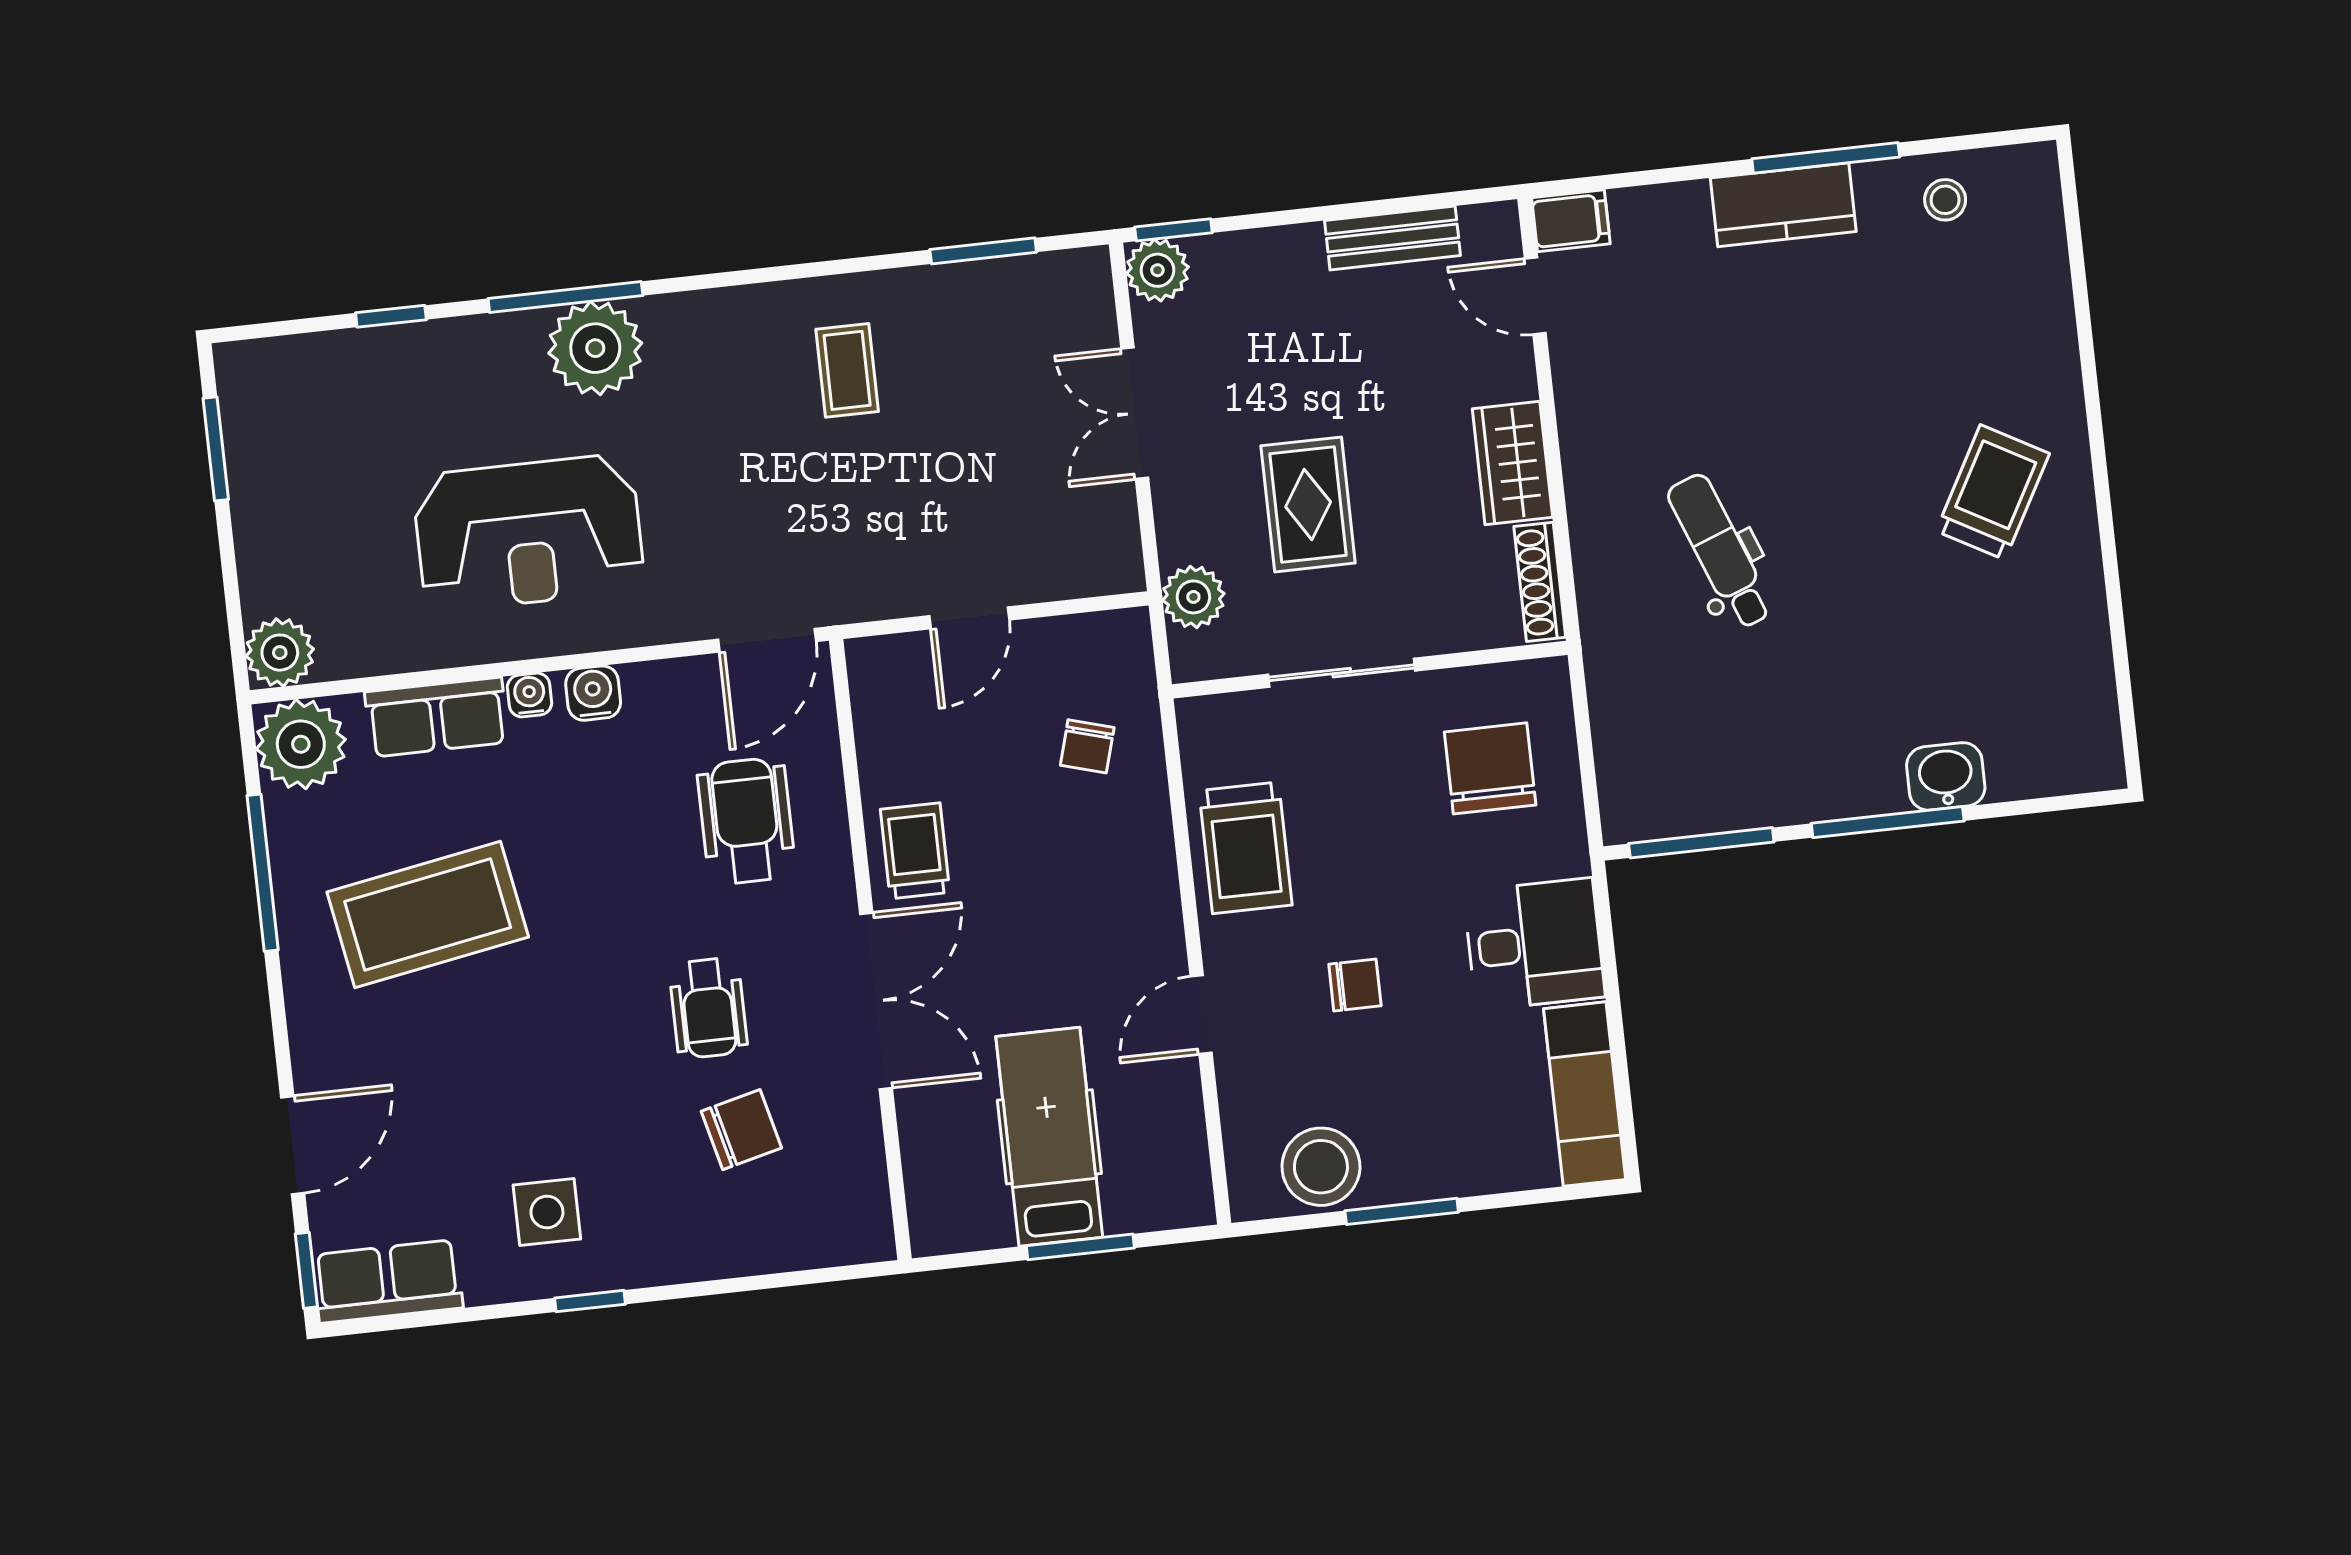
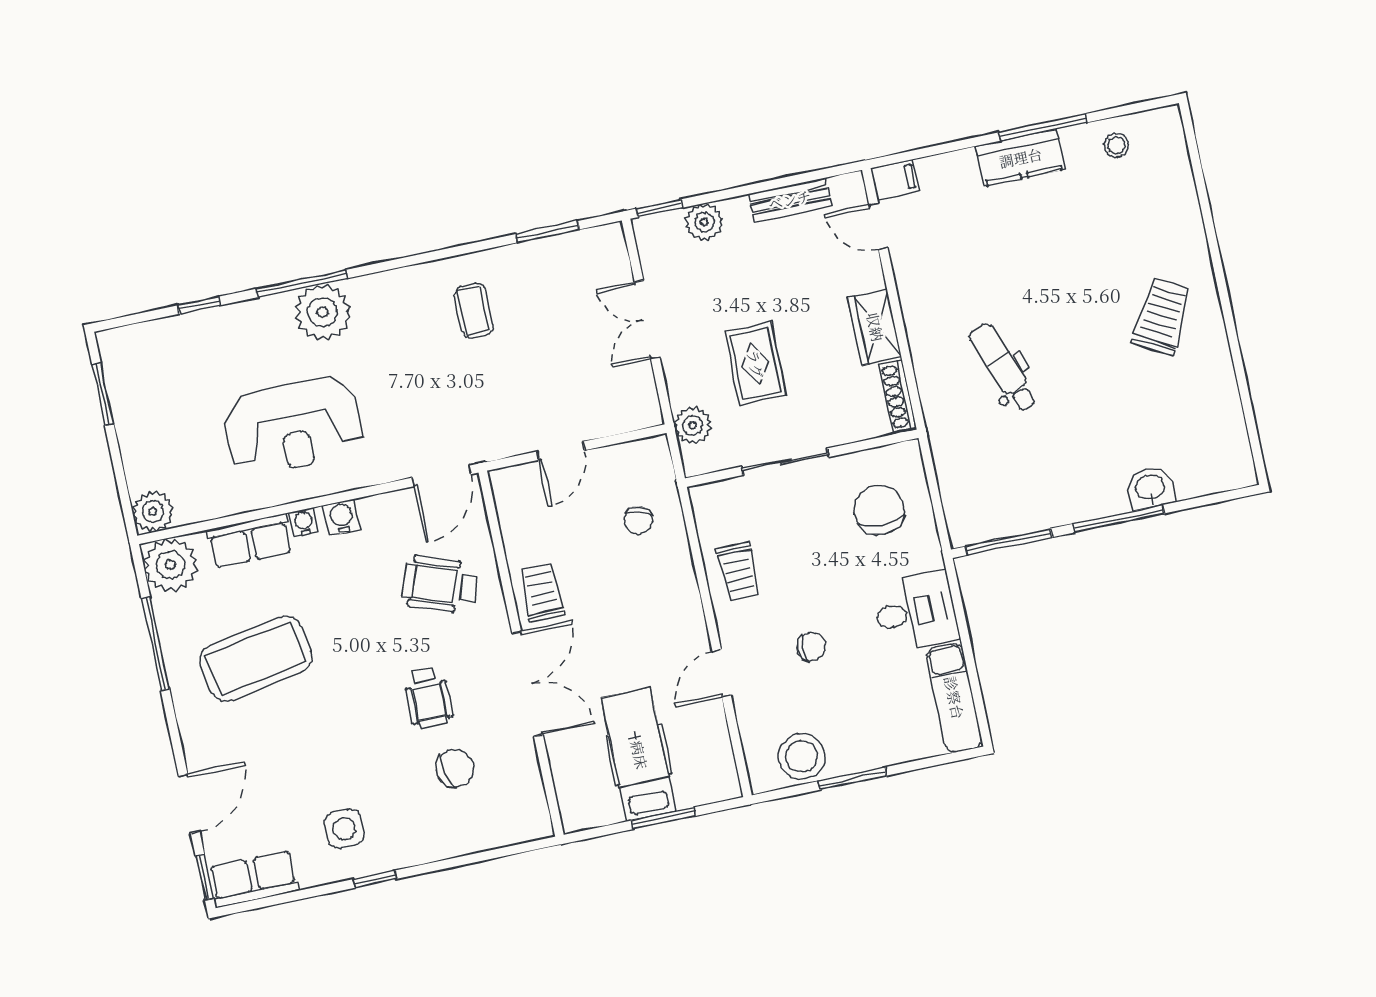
plant: (1157, 270) -> (704, 222), moved
wheelchair: (746, 821) -> (440, 584), turned -70
trolley: (1246, 848) -> (738, 571), width x0.73, depth x0.72

